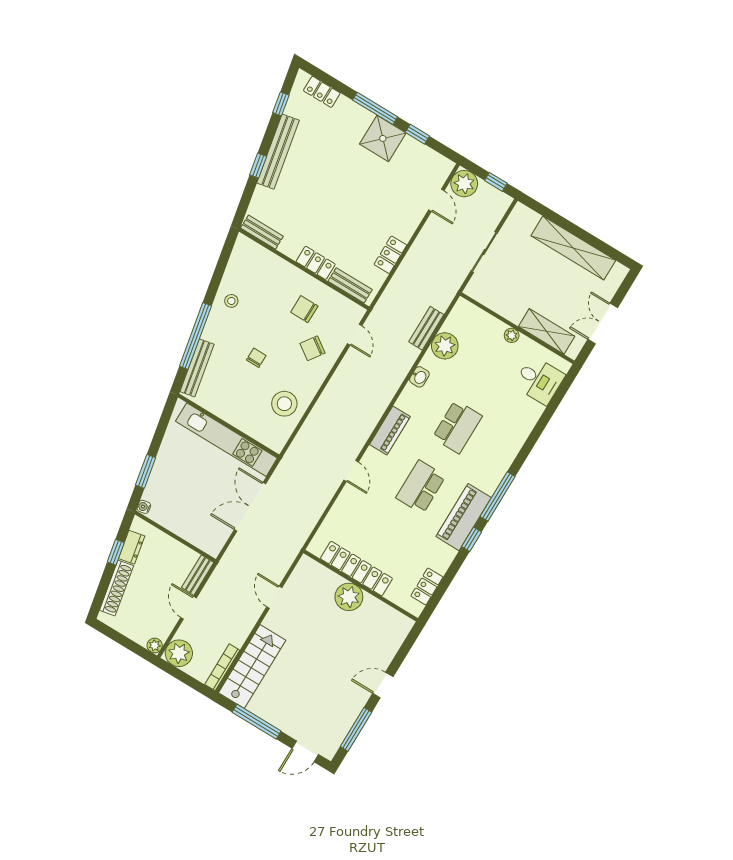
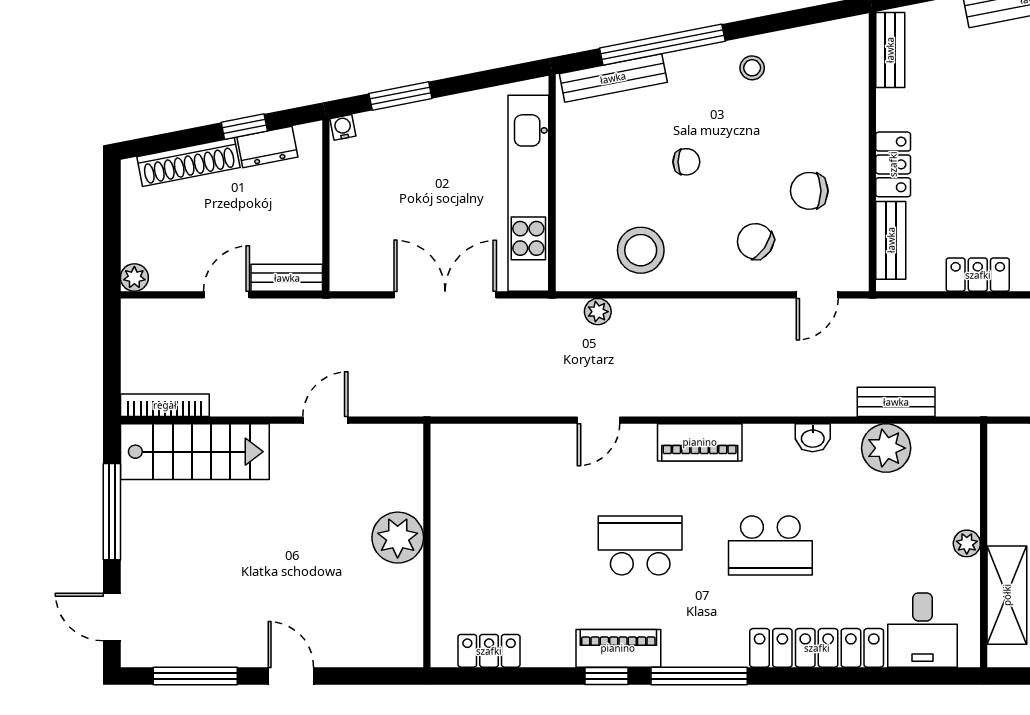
chair: (304, 309) -> (809, 191), turned -90
piano: (464, 517) -> (618, 648), width x0.73, depth x0.75
locker: (356, 569) -> (817, 648), moved, turned -90
plant: (179, 653) -> (598, 312), moved, width x0.53, depth x0.53

